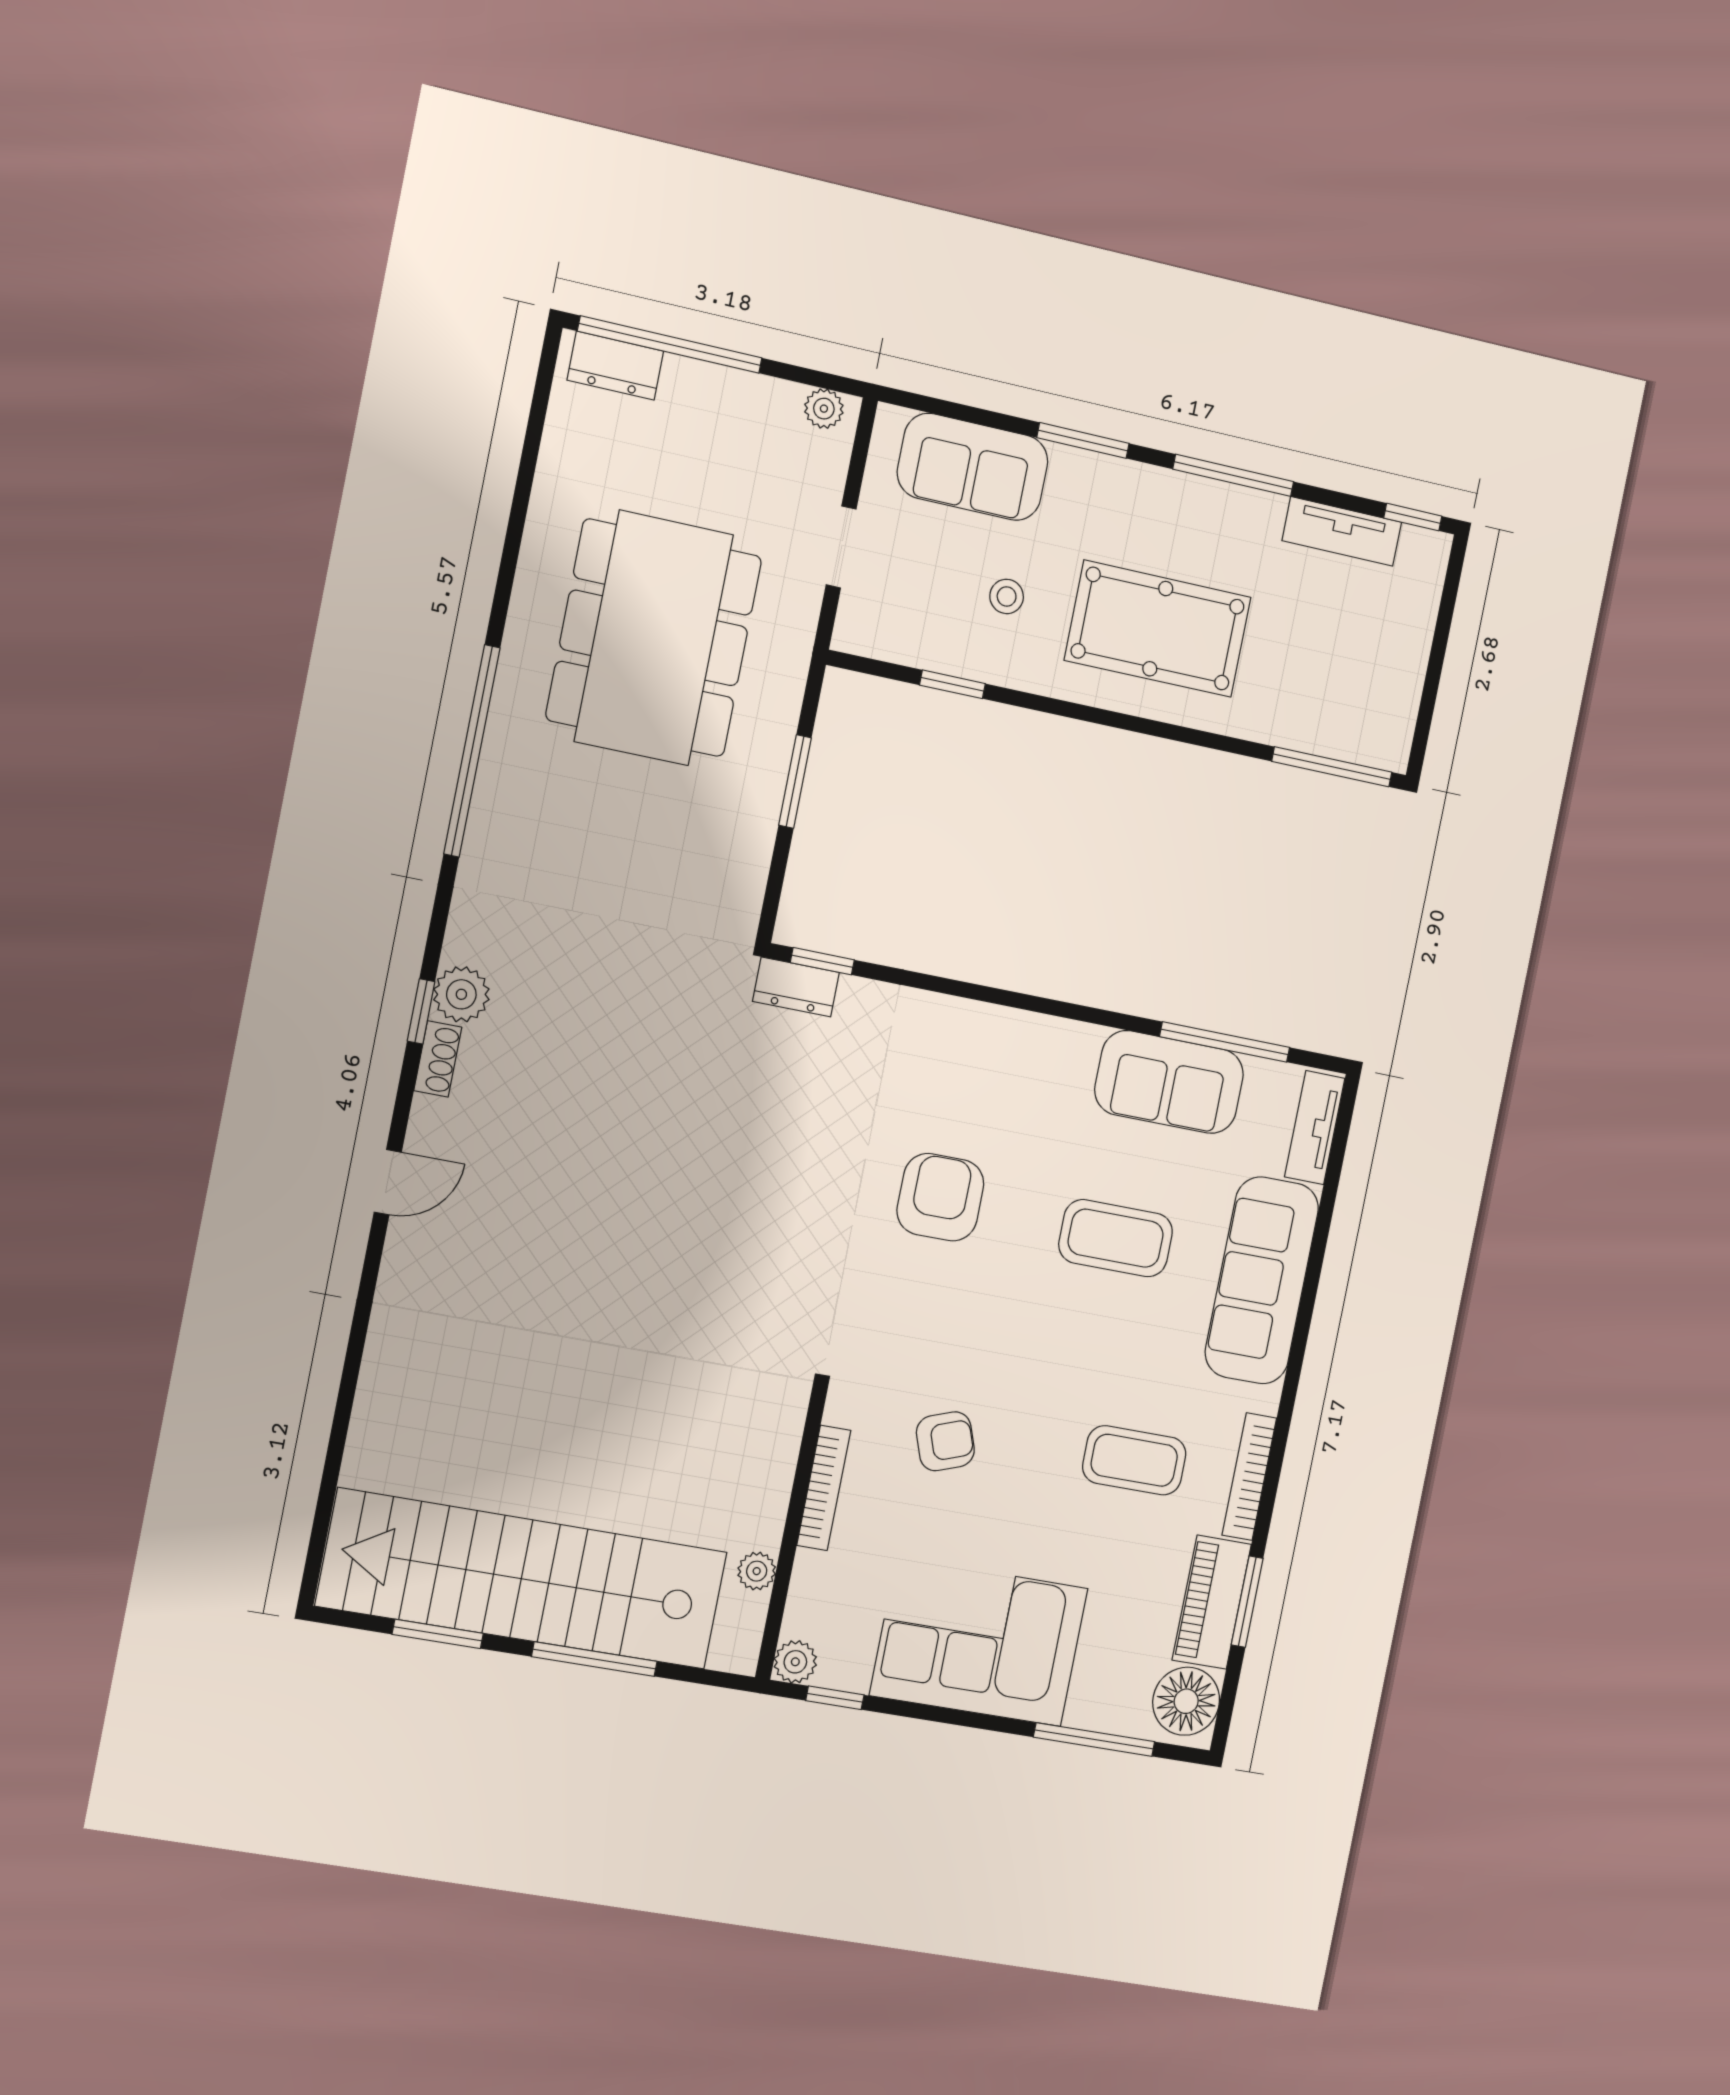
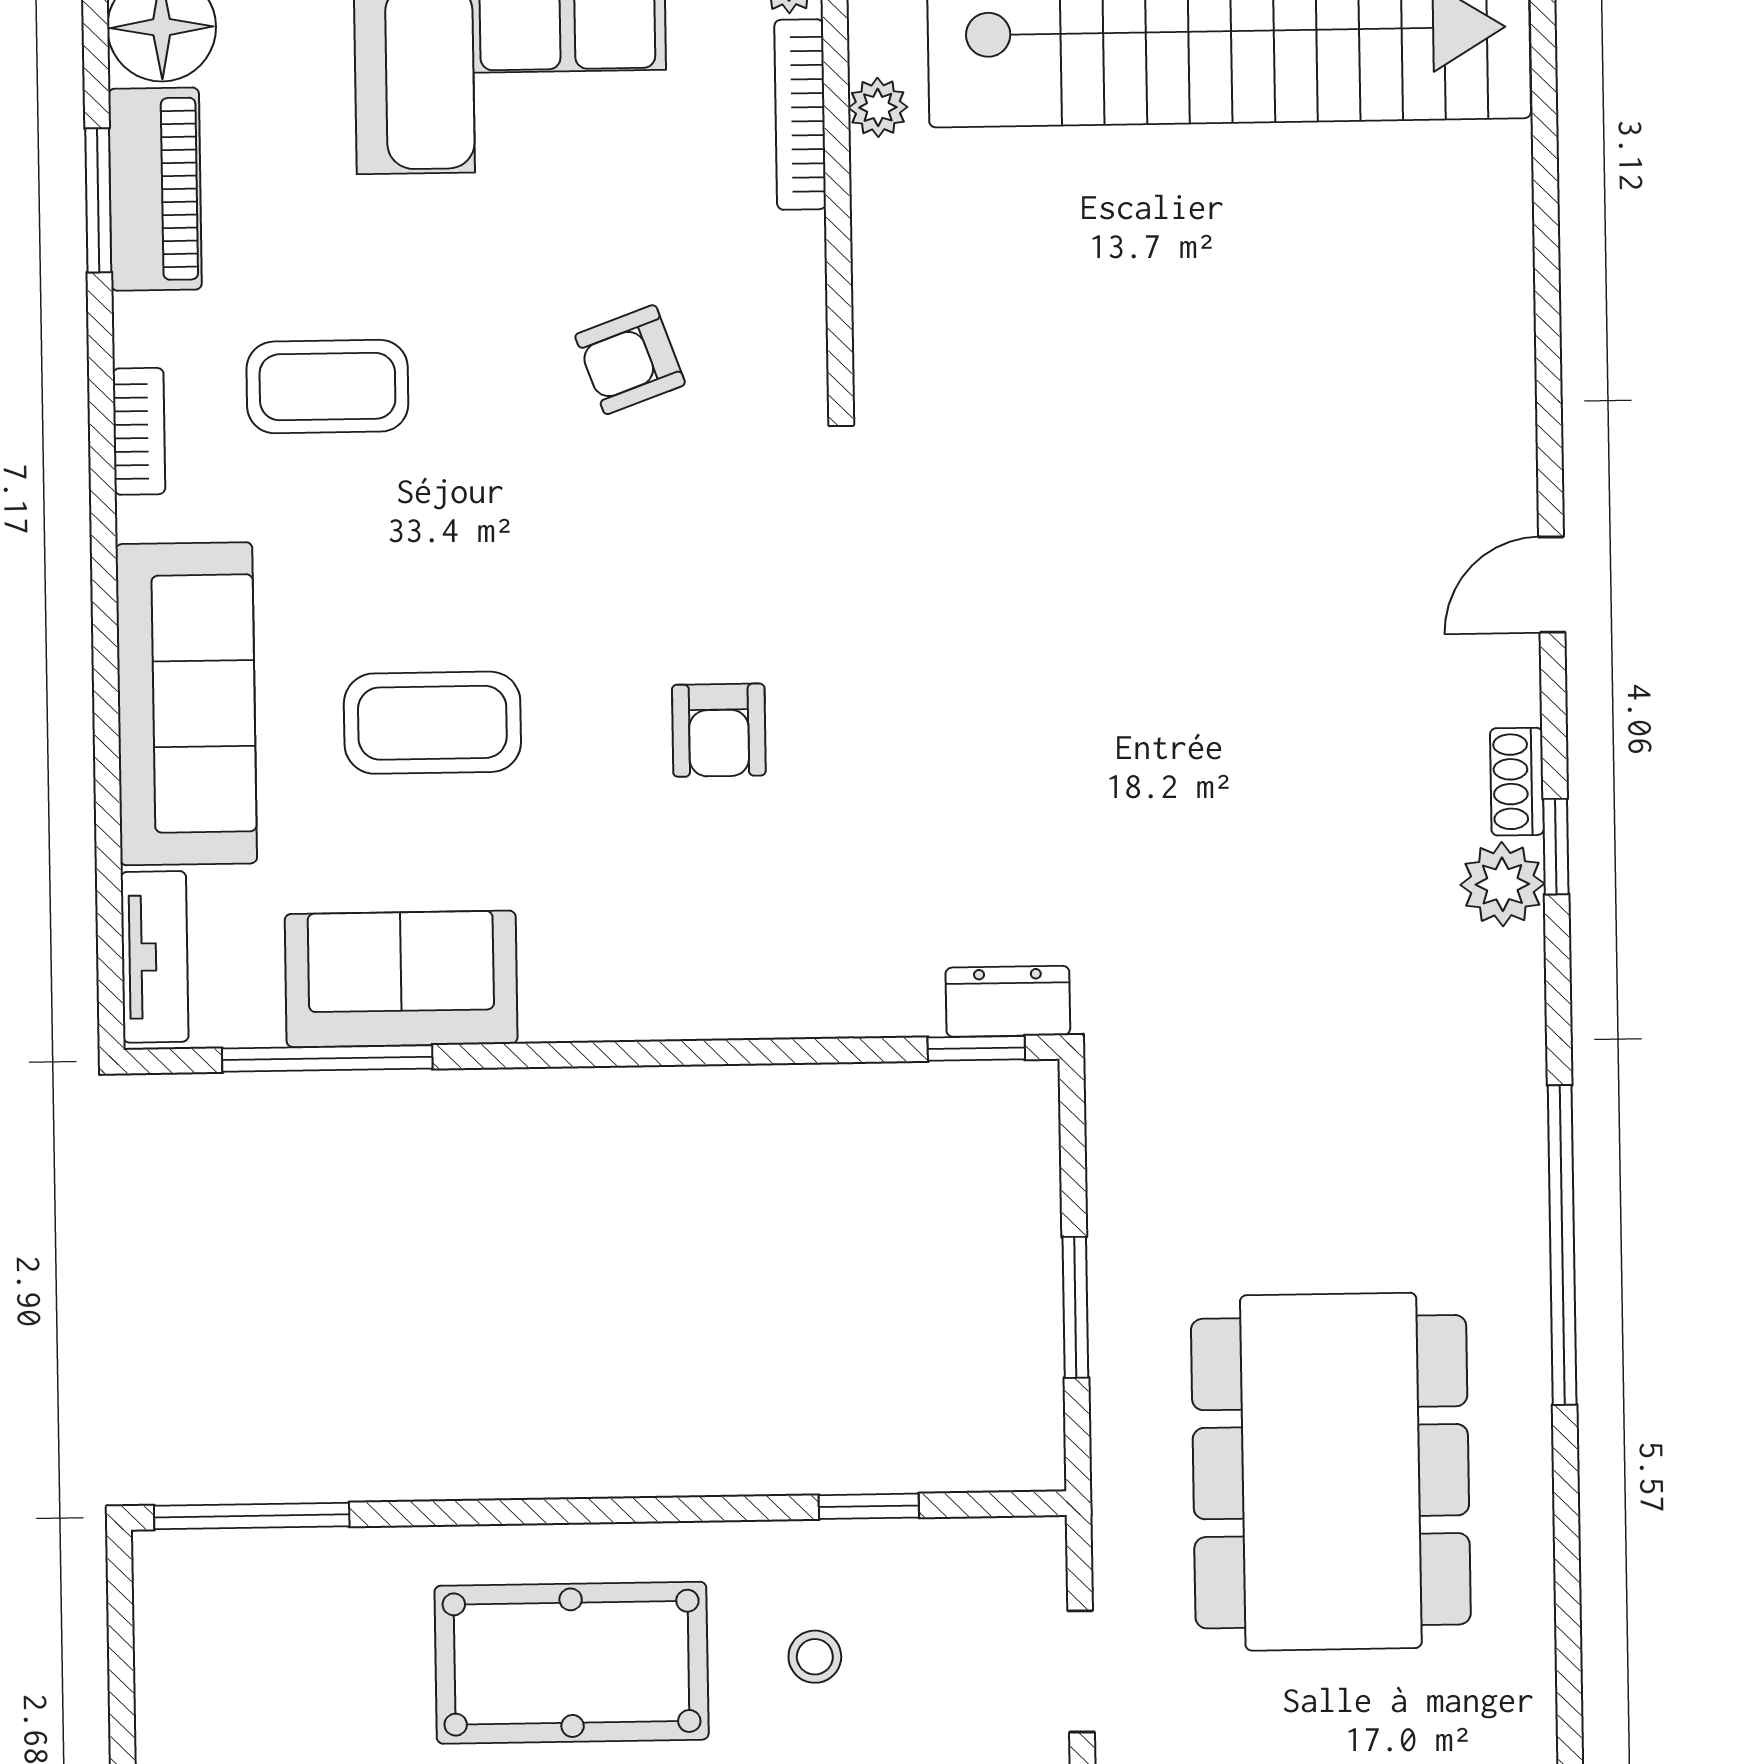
armchair: (940, 1197) -> (719, 730), width x0.72, depth x0.72
bookcase: (1249, 1477) -> (139, 431), width x0.64
bookcase: (824, 1488) -> (800, 114), moved

